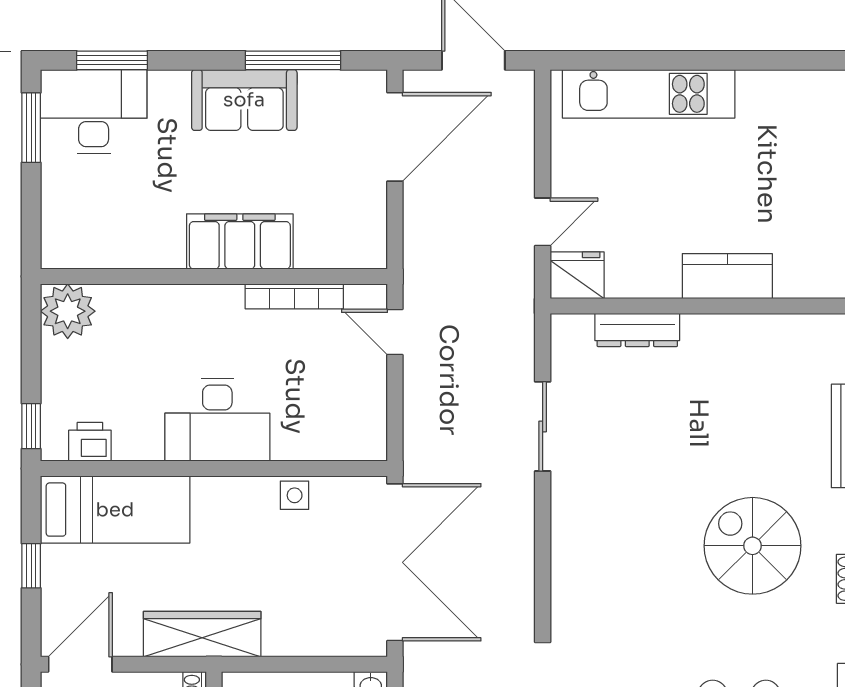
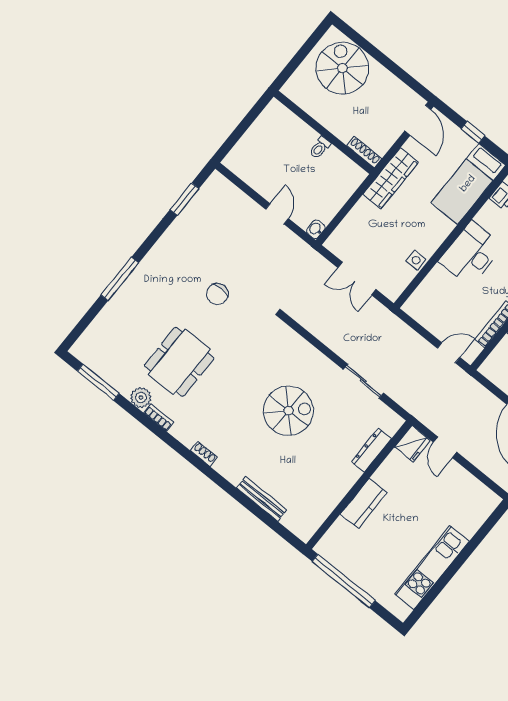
kitchen unit: (649, 94) -> (432, 568), moved
spiral stairs: (753, 546) -> (288, 411), moved
double door: (395, 562) -> (357, 278), width x0.54

